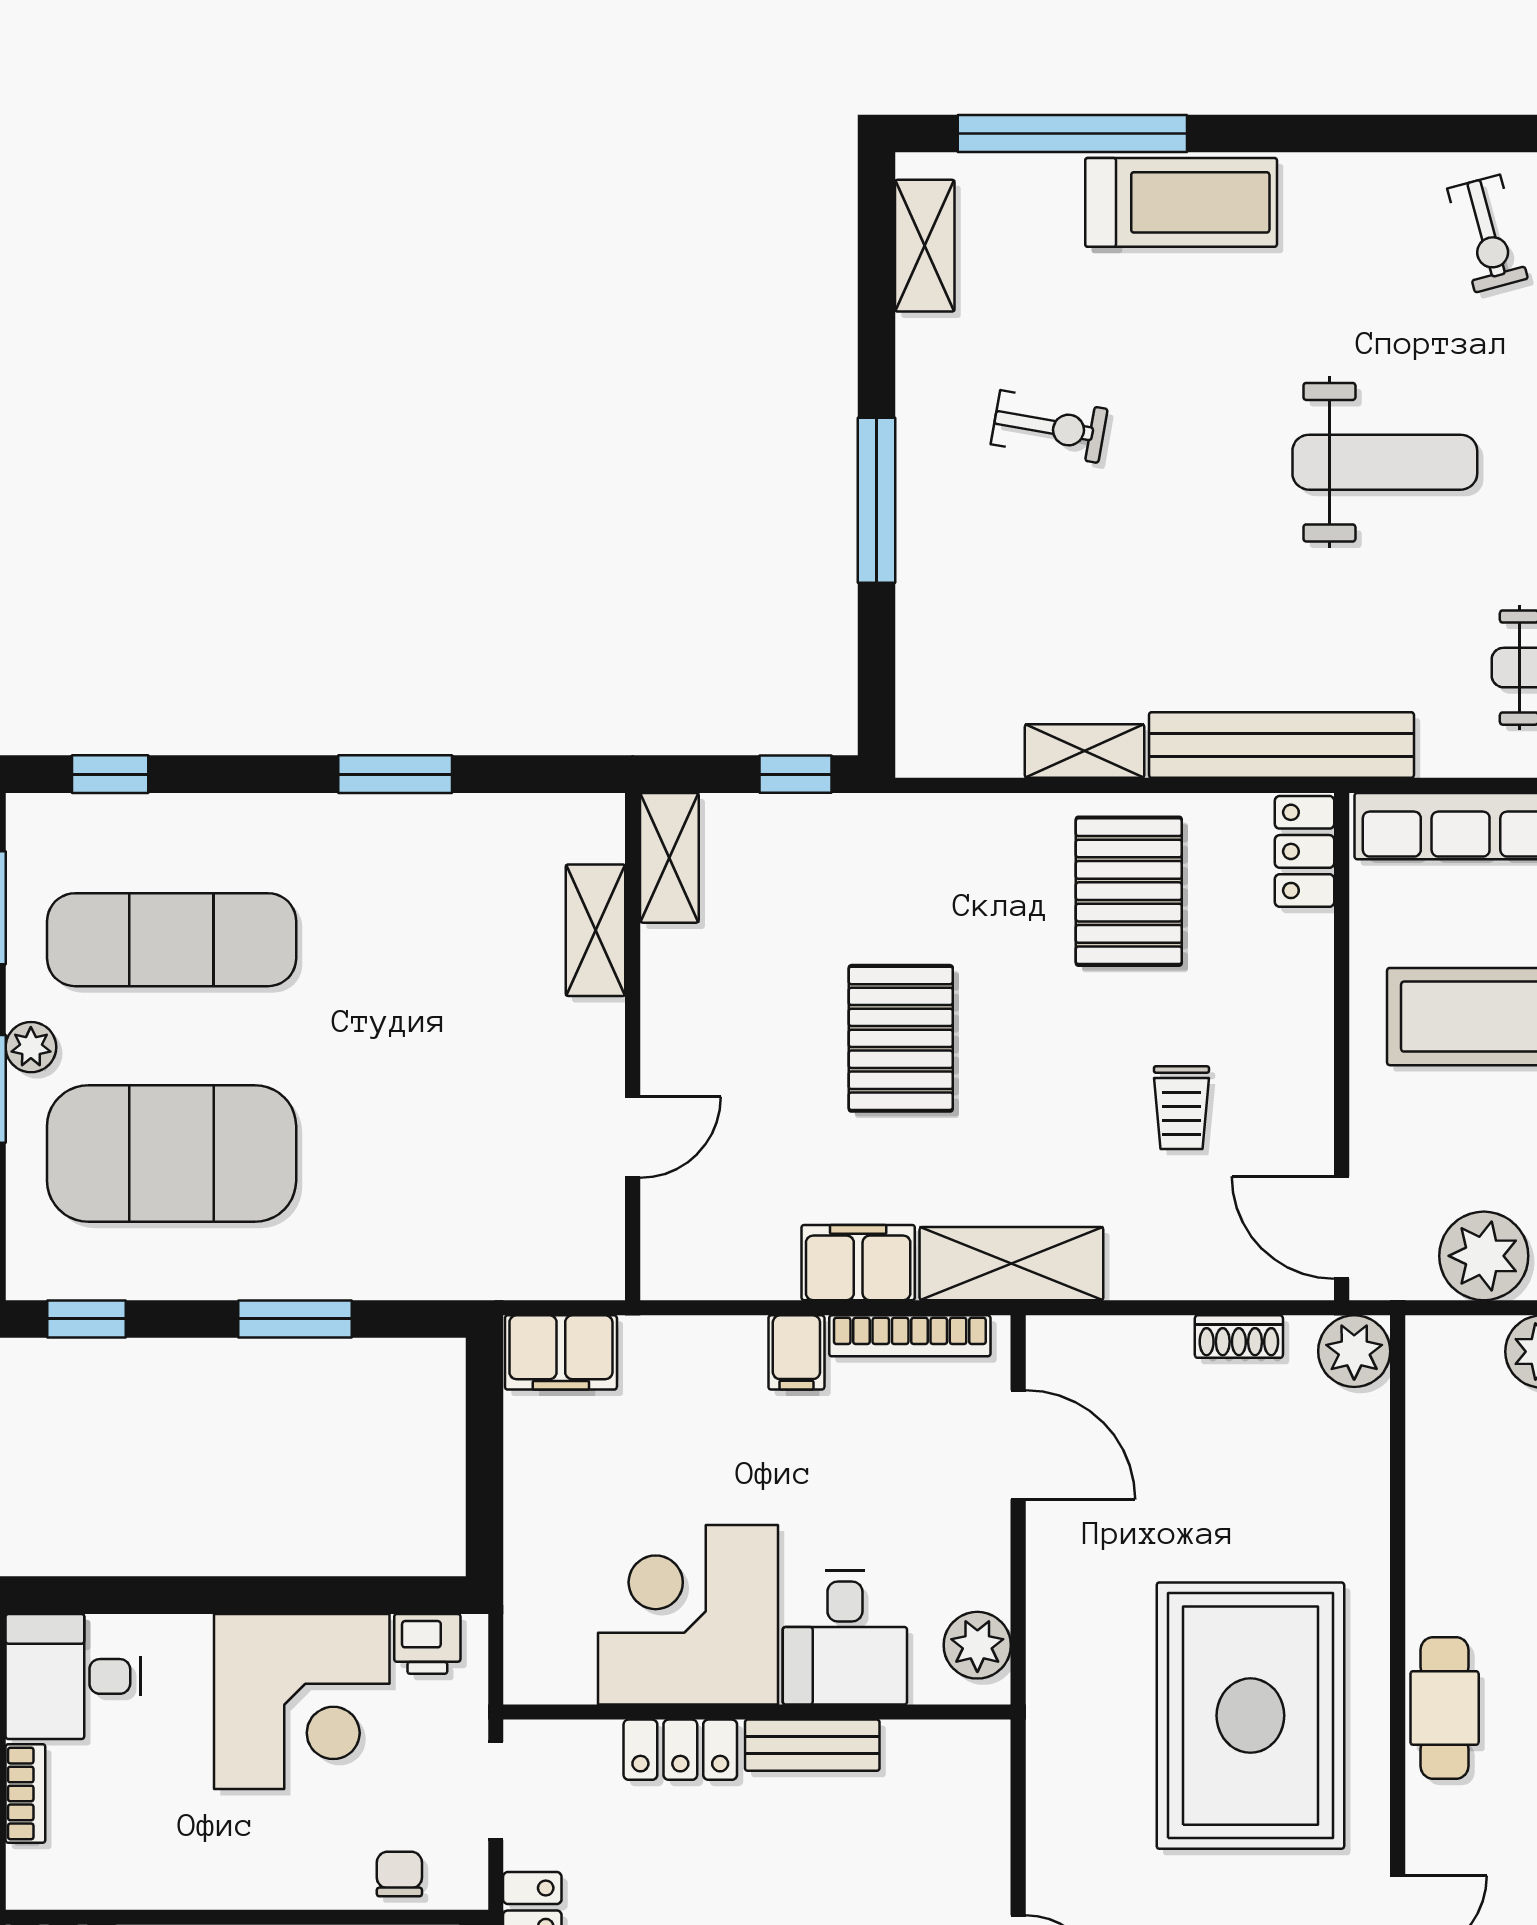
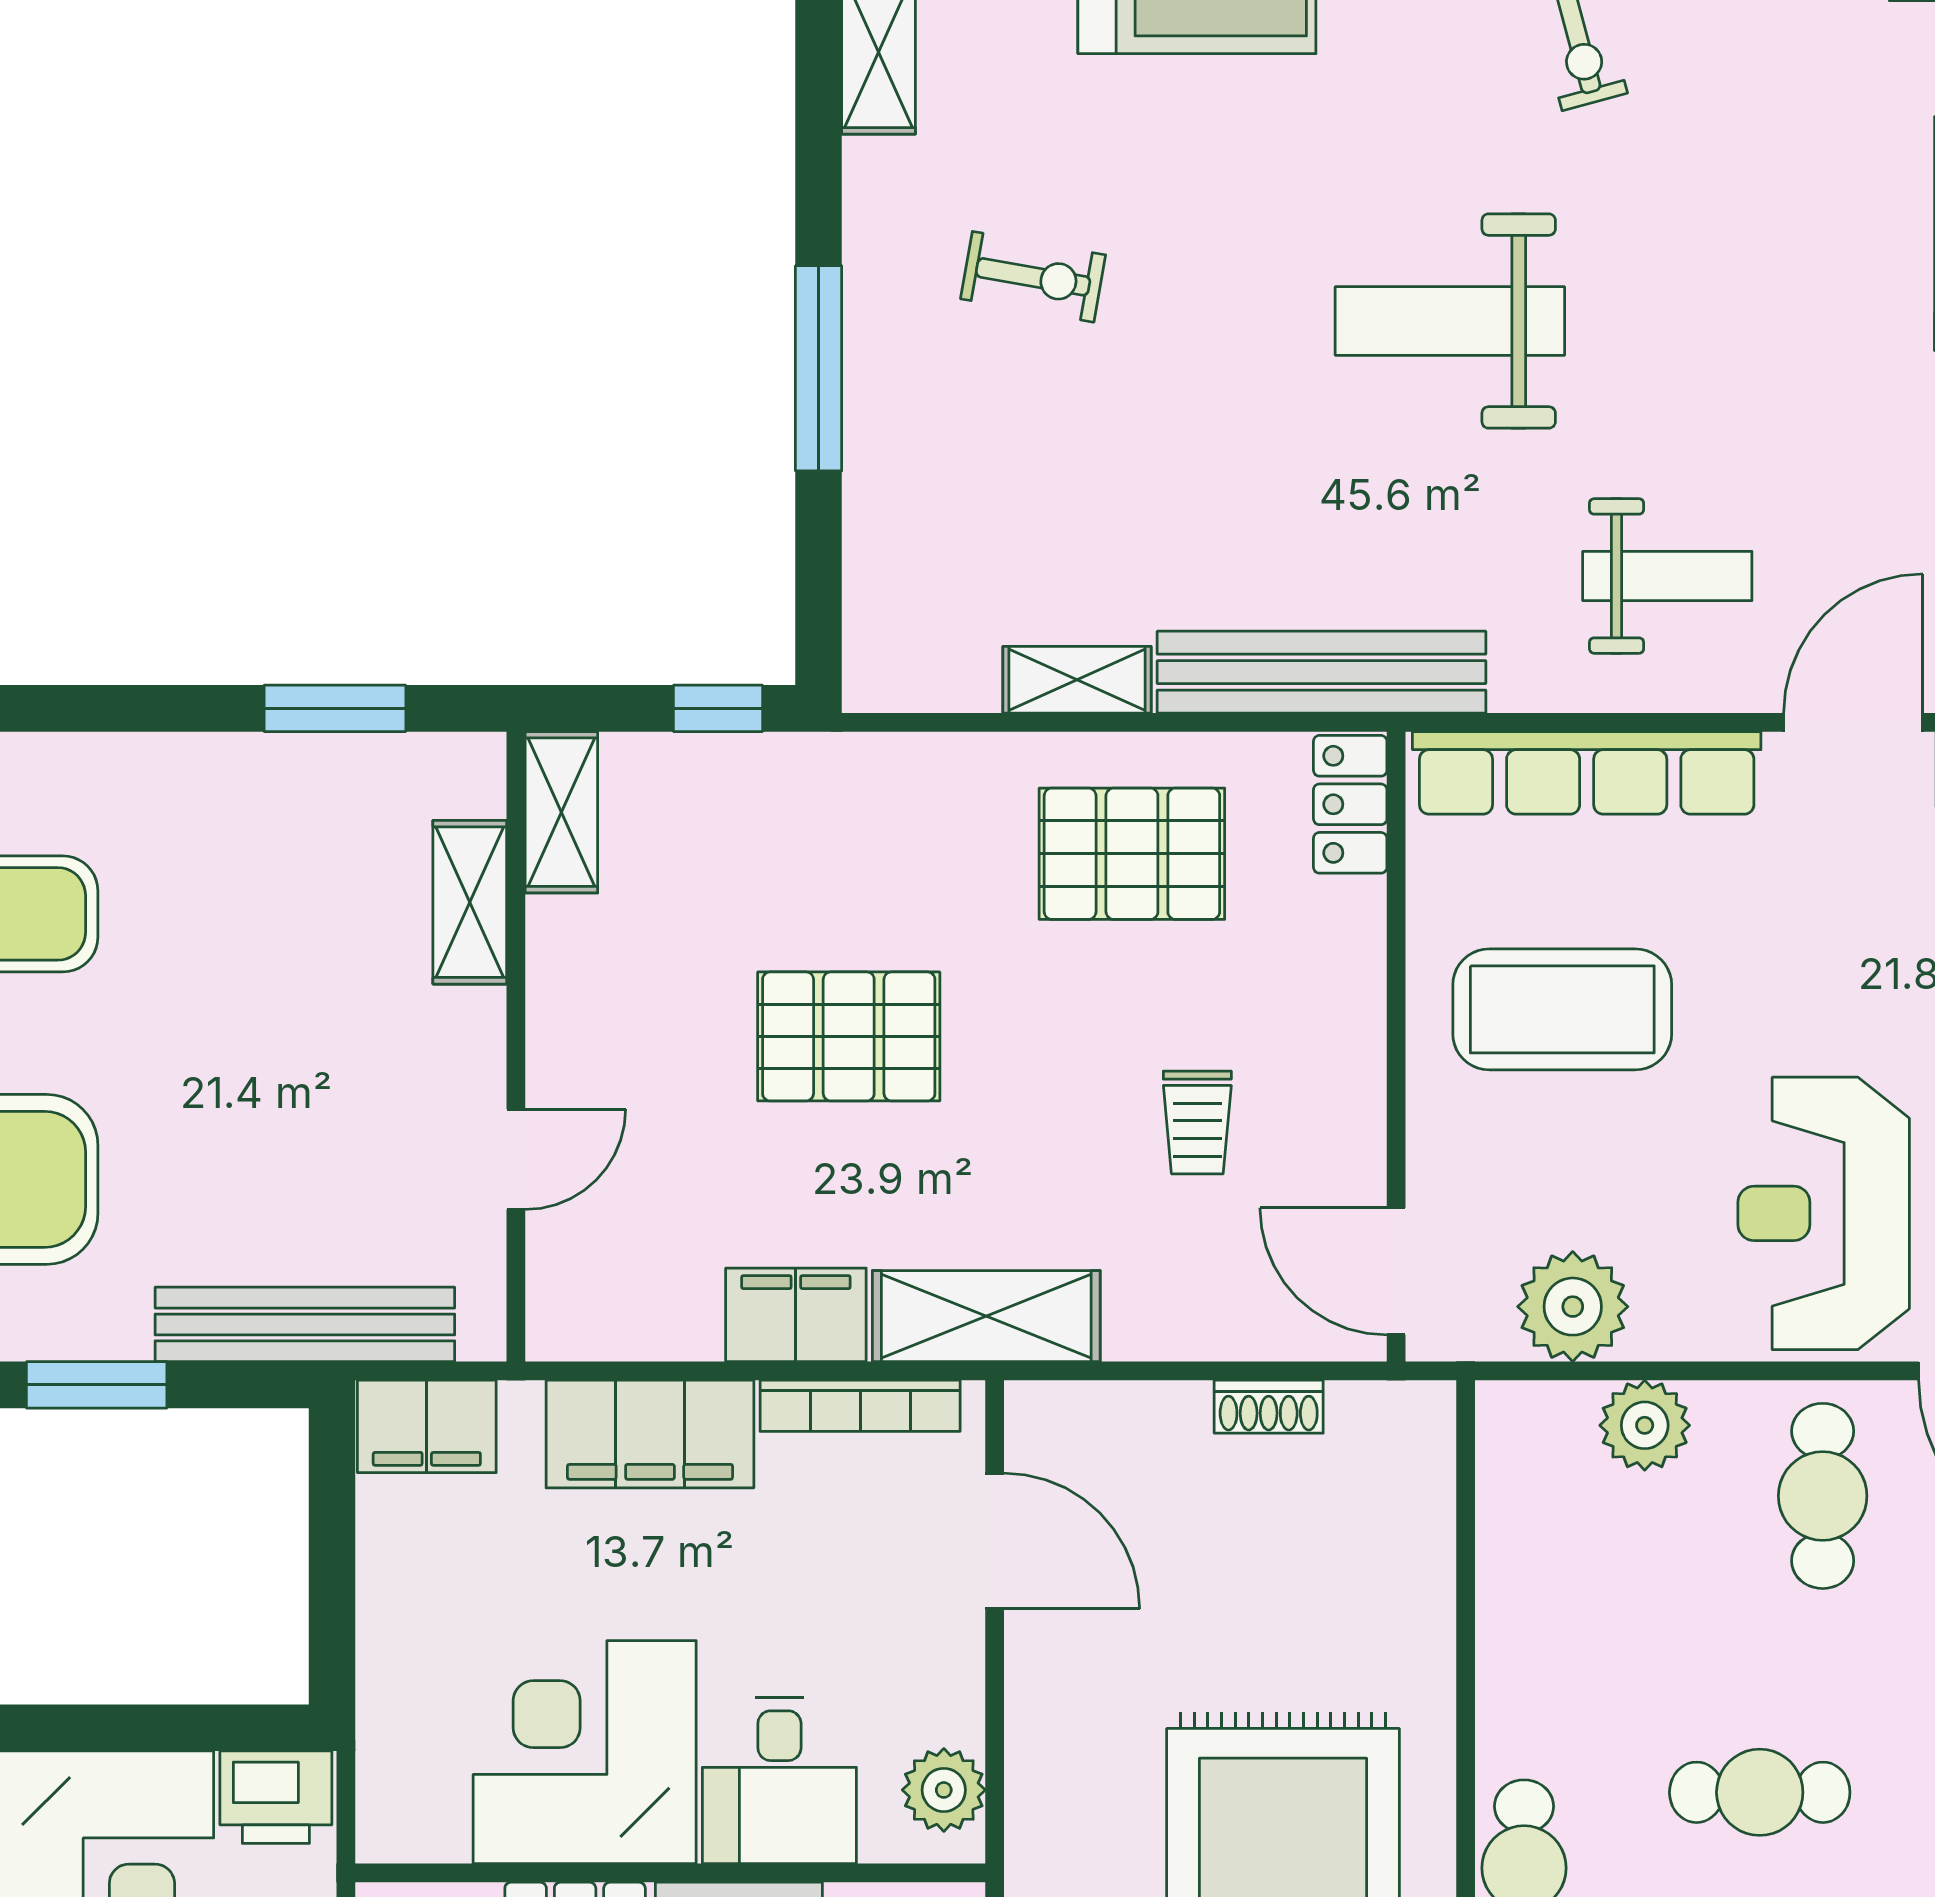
weight bench: (1385, 462) -> (1450, 321), turned 180
window: (395, 774) -> (335, 708), moved
pallet: (1129, 891) -> (1132, 854), turned 90
pallet: (901, 1038) -> (849, 1036), turned 90
bench: (463, 1270) -> (305, 1324), added
plant: (1354, 1351) -> (1412, 1425), removed
filing cabinet: (796, 1352) -> (650, 1434), width x3.00, depth x1.17
printer: (427, 1644) -> (276, 1797), width x1.36, depth x1.24

